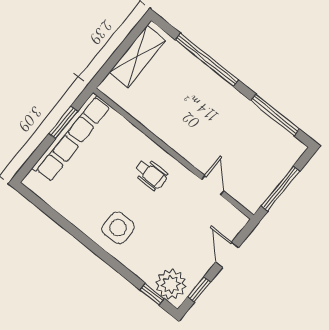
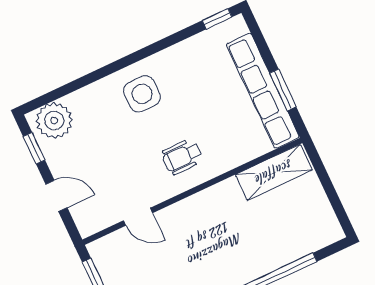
shelving: (137, 56) -> (274, 172), moved, turned 90
window: (152, 294) -> (217, 19), moved

